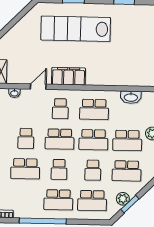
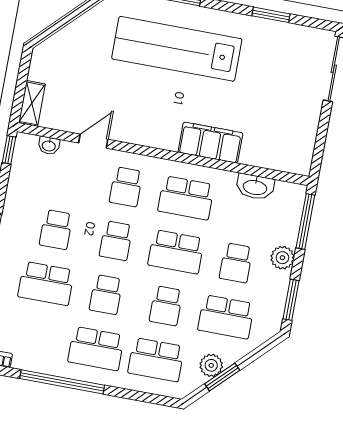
filing cabinet: (68, 76) -> (210, 143), moved
school desk: (60, 139) -> (116, 241), width x0.54
school desk: (127, 141) -> (236, 263), width x0.54

